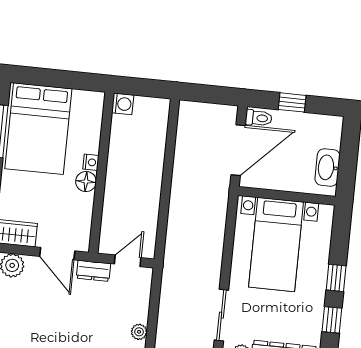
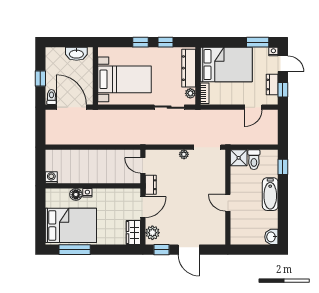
floor lamp: (86, 182) -> (76, 194), moved

